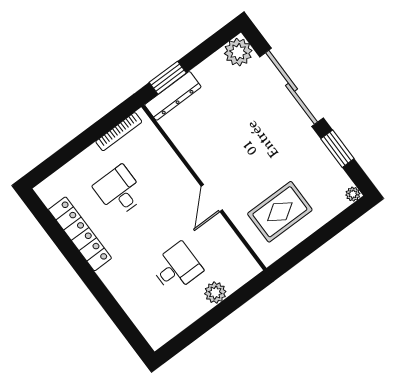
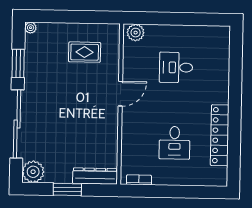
window: (168, 78) -> (67, 189), moved
bookcase: (119, 132) -> (139, 180), width x0.64
rug: (280, 212) -> (85, 52), width x0.73, depth x0.70
plant: (215, 293) -> (136, 33), moved

